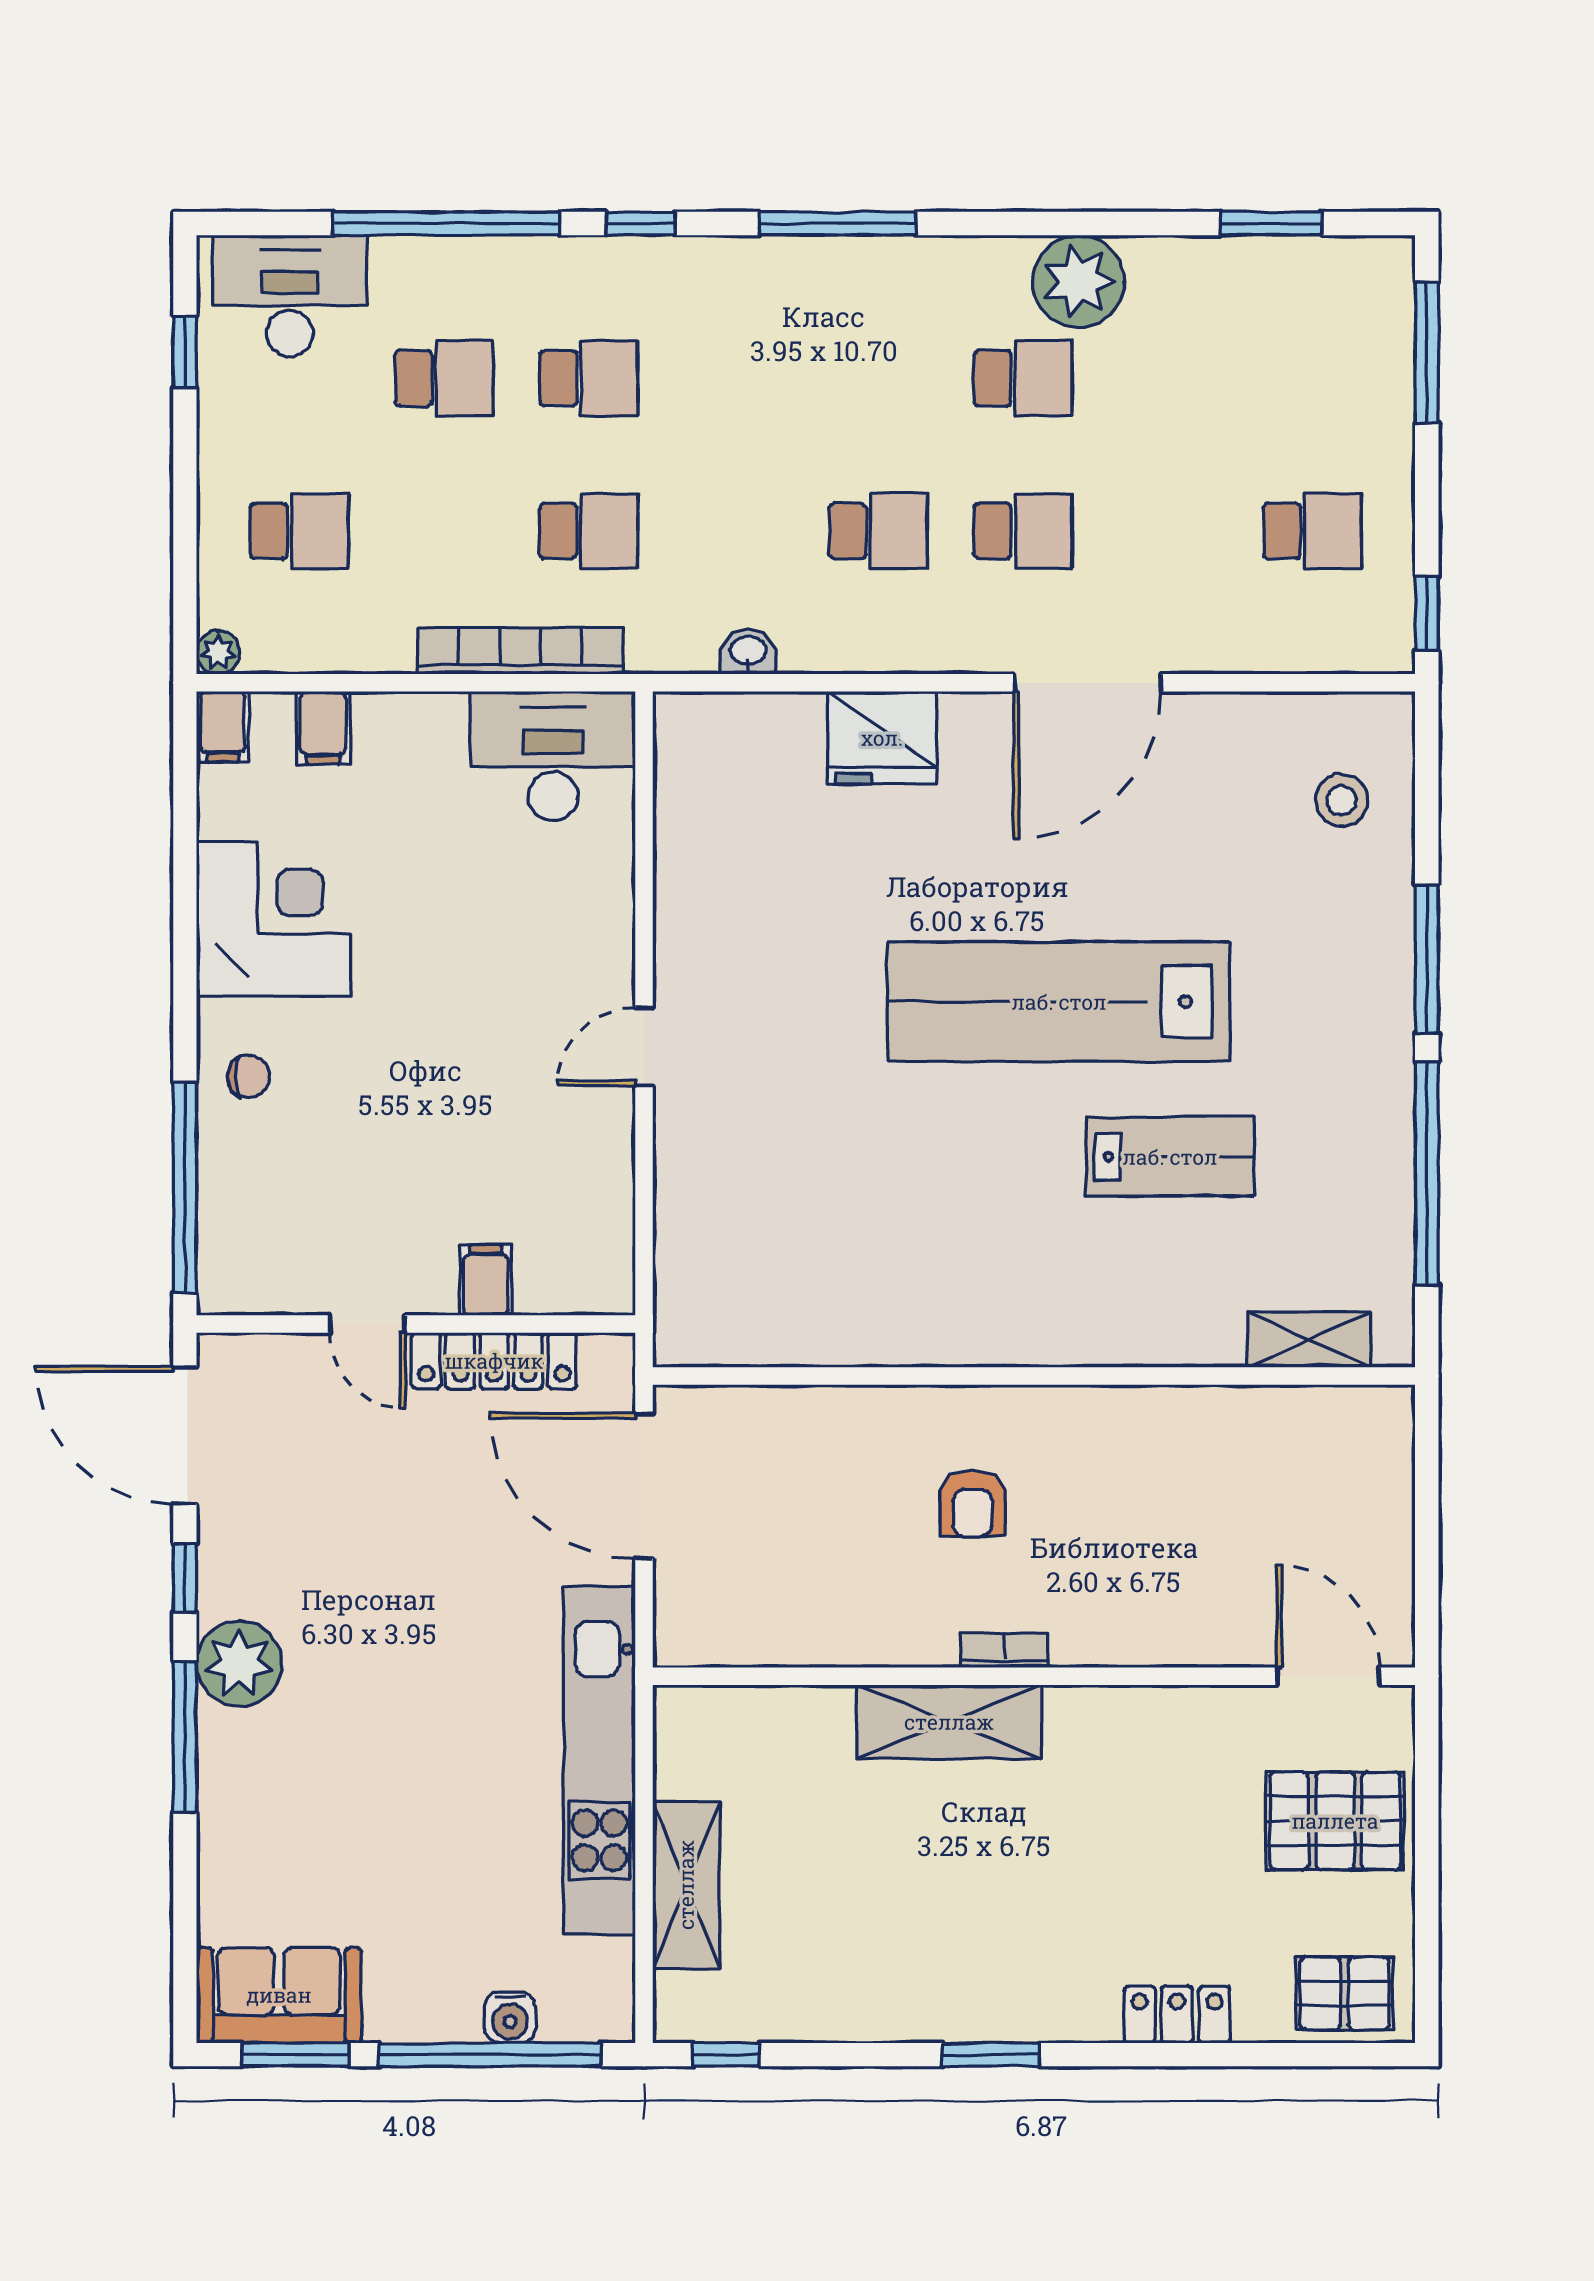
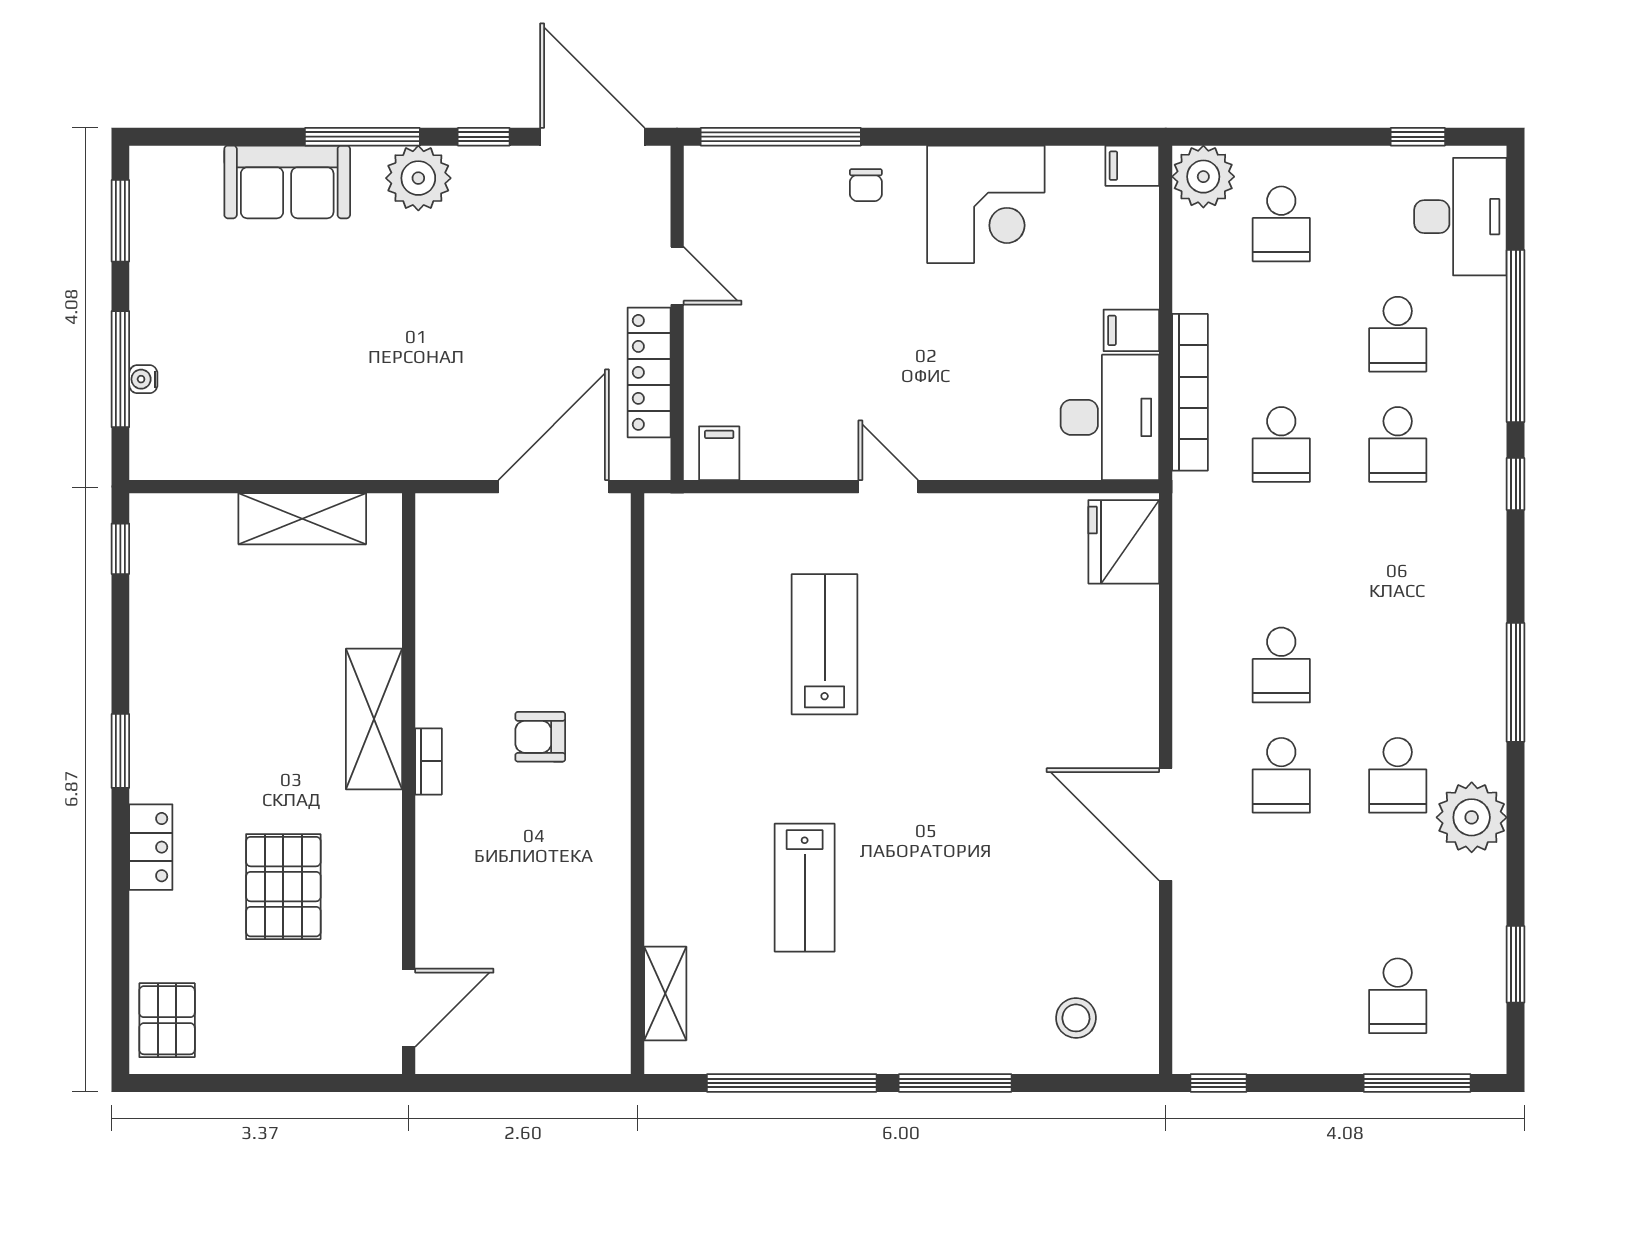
window: (838, 224) -> (1516, 682), moved
school desk: (1312, 531) -> (1398, 996), moved
plant: (218, 652) -> (1203, 177), width x1.88, depth x1.88
washbasin: (748, 652) -> (1189, 566), removed
filing cabinet: (323, 728) -> (1131, 330), moved
fridge: (882, 738) -> (1124, 542), moved
lab bench: (1059, 1002) -> (825, 644), moved, width x0.54, depth x0.72
filing cabinet: (486, 1280) -> (719, 453), moved, turned -90
door: (367, 1324) -> (677, 276), swing flipped
door: (185, 1435) -> (592, 137), hinge flipped
kitchen unit: (599, 1760) -> (345, 453), removed
pallet: (1335, 1821) -> (283, 887), moved
shelving: (686, 1885) -> (302, 519), moved
sofa: (279, 1995) -> (287, 182), moved, turned 90
locker: (1177, 2015) -> (151, 847), moved
water cooler: (510, 2018) -> (143, 379), width x0.72, depth x0.72
window: (490, 2055) -> (120, 369), width x0.68

